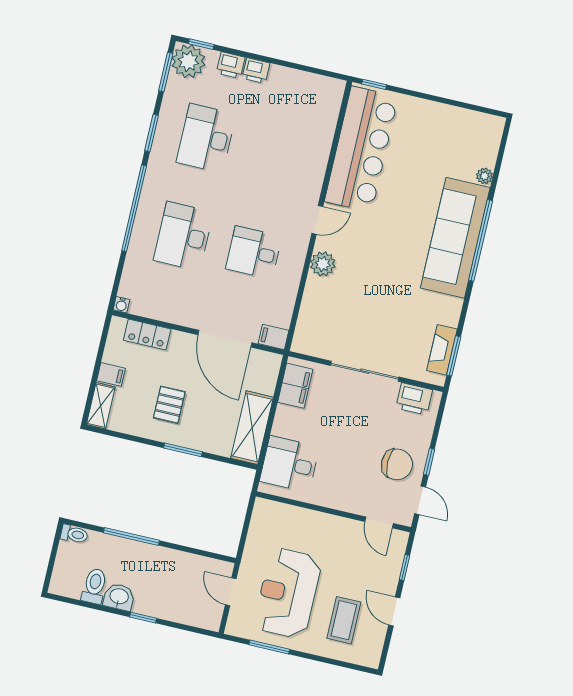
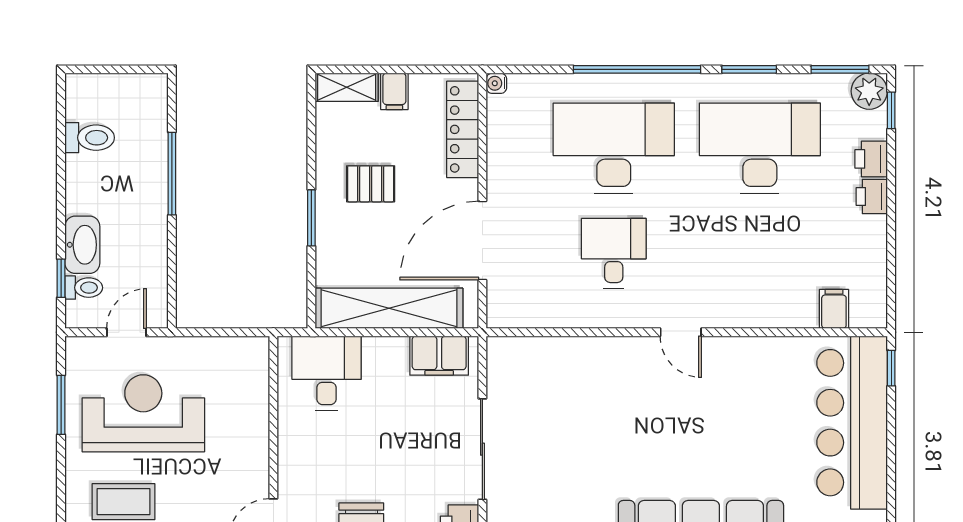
plant: (188, 61) -> (869, 91), width x0.73, depth x0.73
desk: (206, 138) -> (760, 148), width x1.36, depth x1.30
bar counter: (361, 149) -> (852, 423), moved, turned 90
desk: (183, 236) -> (614, 148), width x1.36, depth x1.30
plant: (323, 264) -> (620, 354), removed
locker: (147, 335) -> (463, 129), width x1.53
filing cabinet: (274, 337) -> (834, 309), moved
shelving: (252, 428) -> (389, 308), width x1.47
toilet: (74, 534) -> (84, 288), moved, turned -90
washbasin: (119, 597) -> (82, 245), moved, width x1.38
window: (143, 618) -> (61, 278), moved

